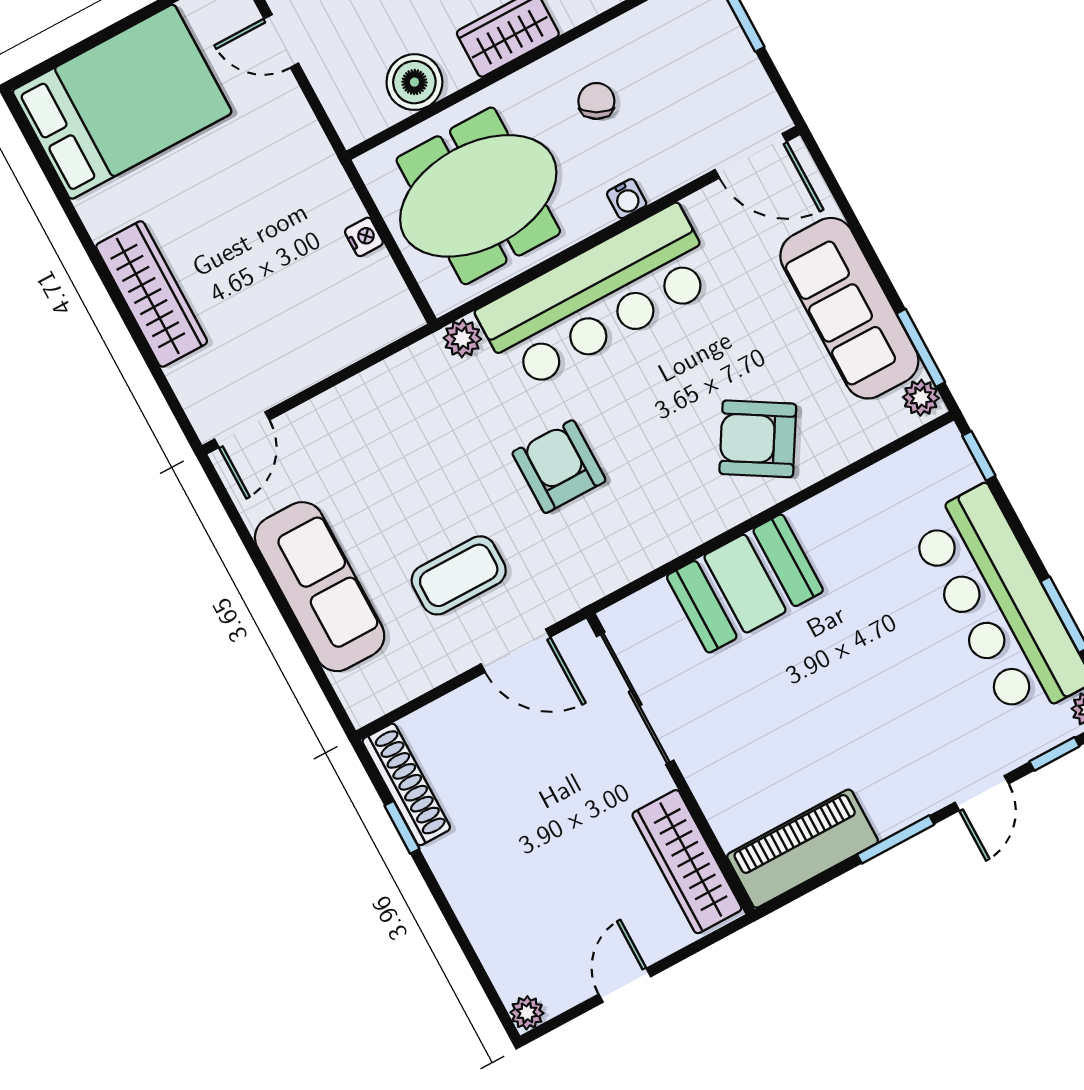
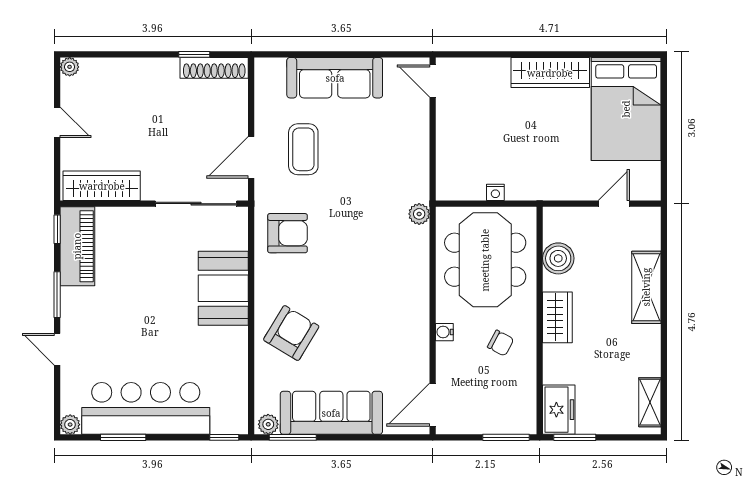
wardrobe: (152, 294) -> (550, 73), moved
bar counter: (598, 298) -> (403, 292), removed
armchair: (559, 467) -> (287, 233), moved
window: (1054, 754) -> (57, 229), moved

